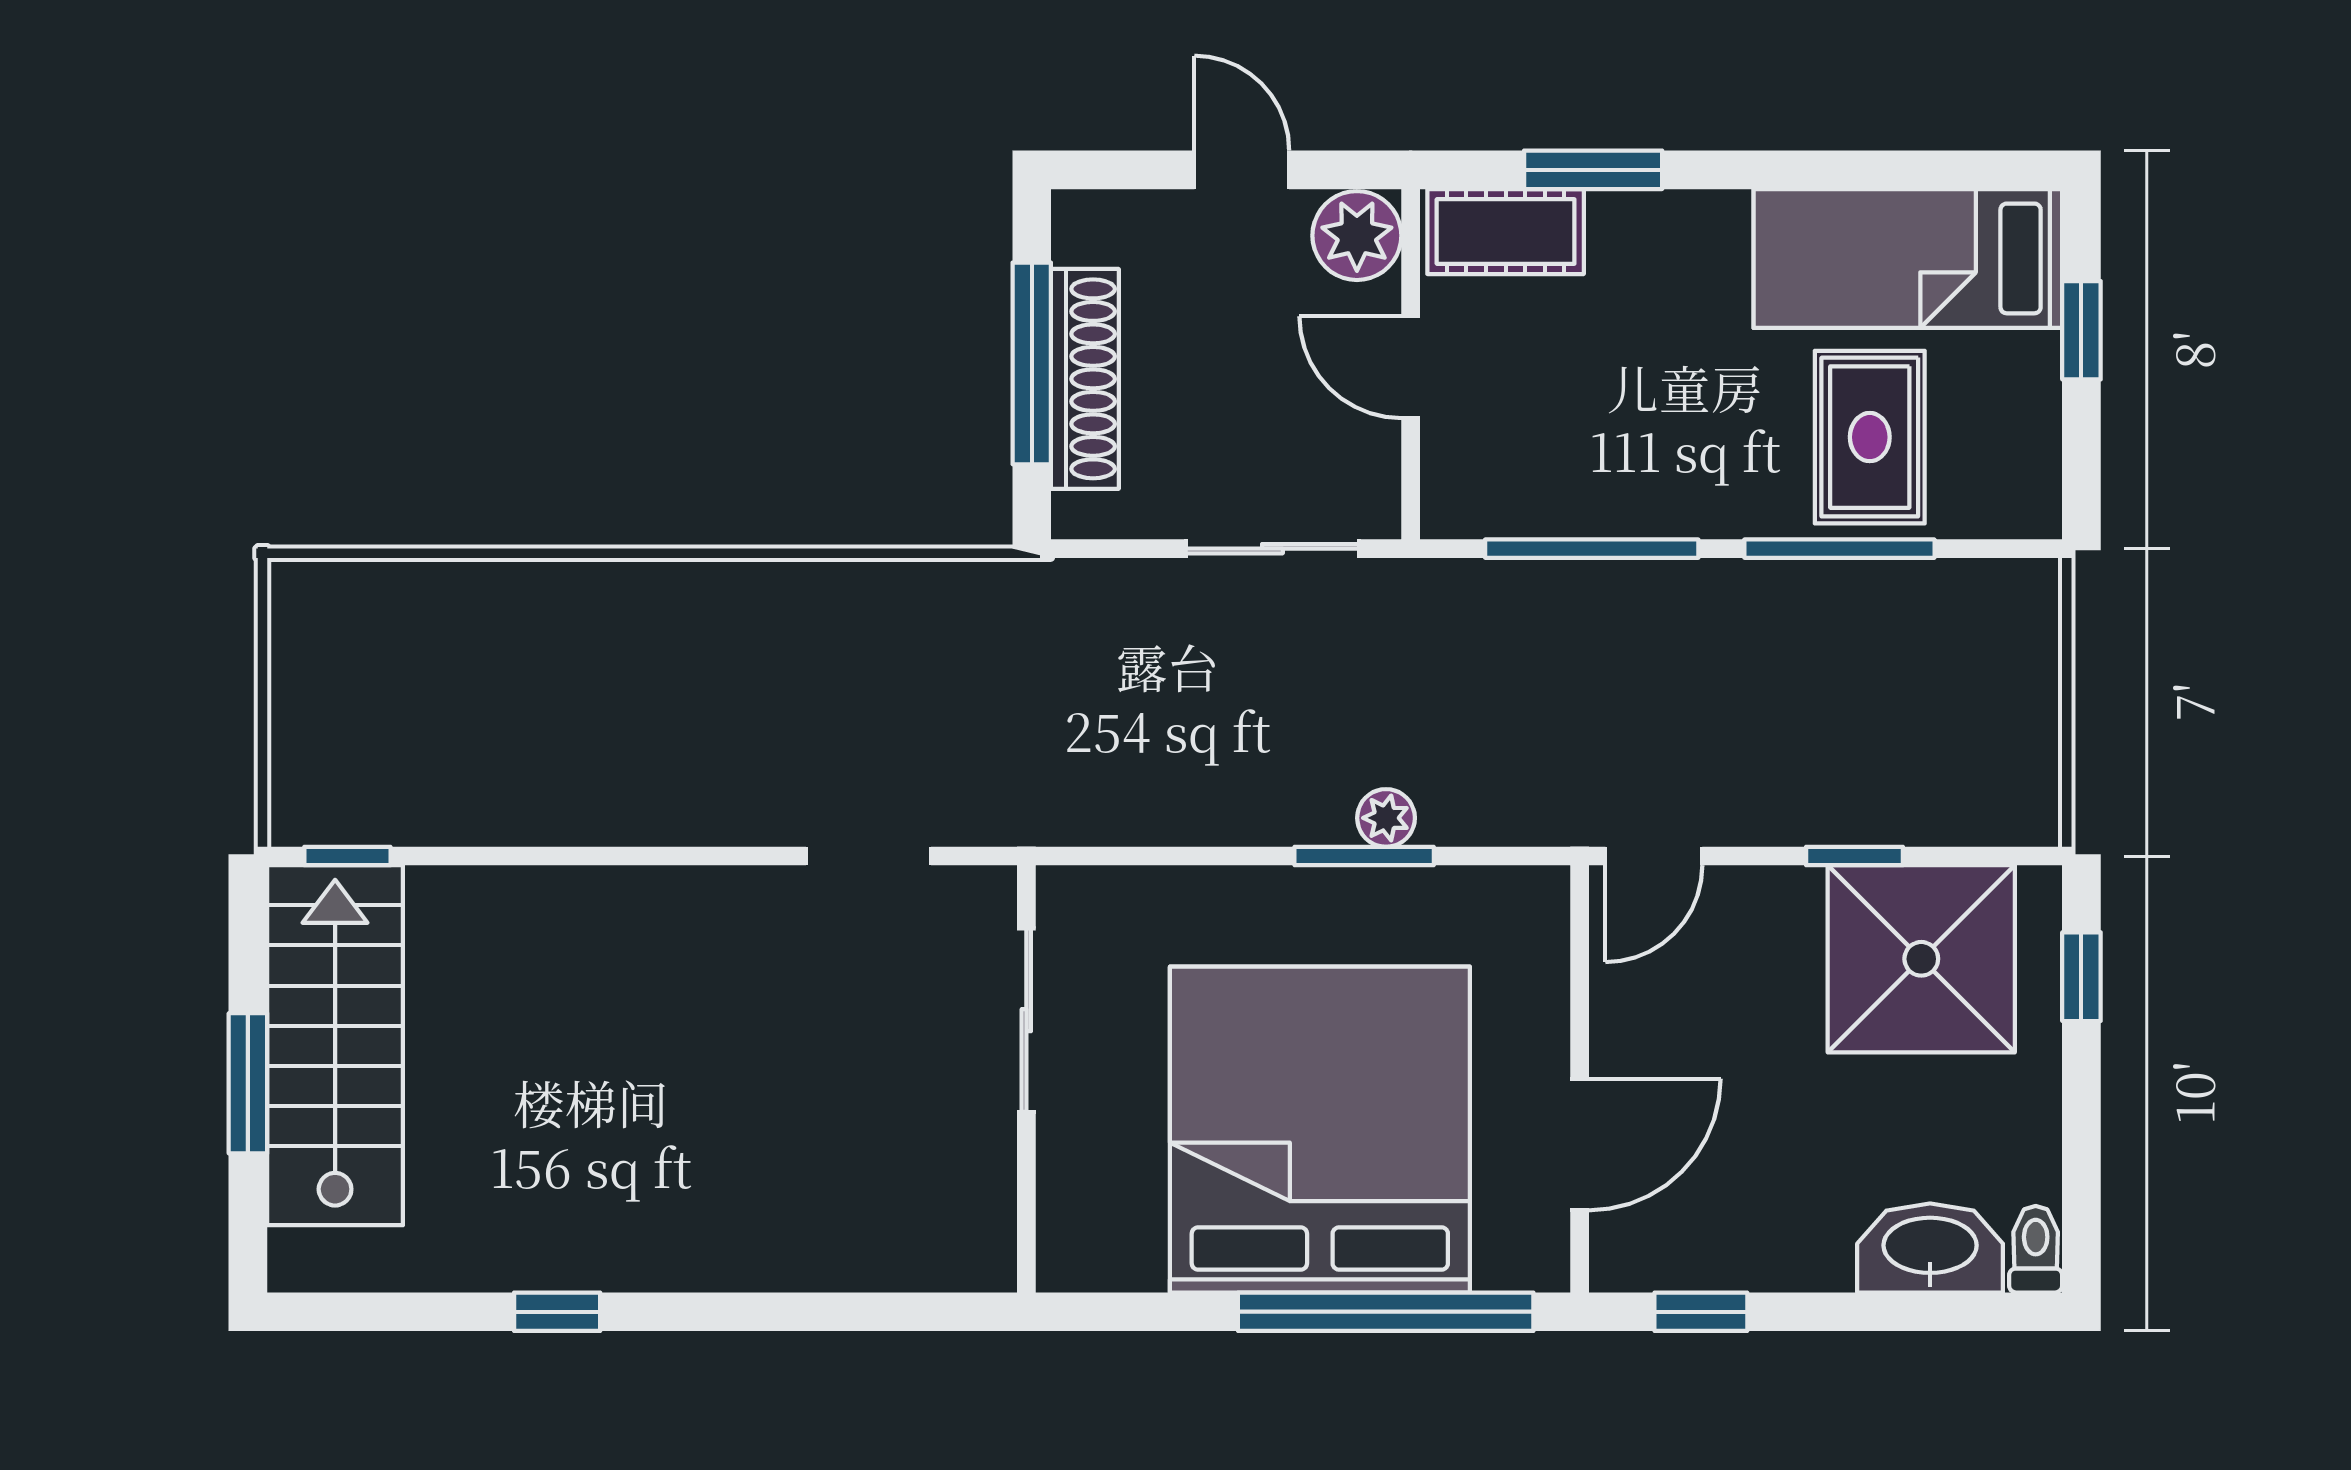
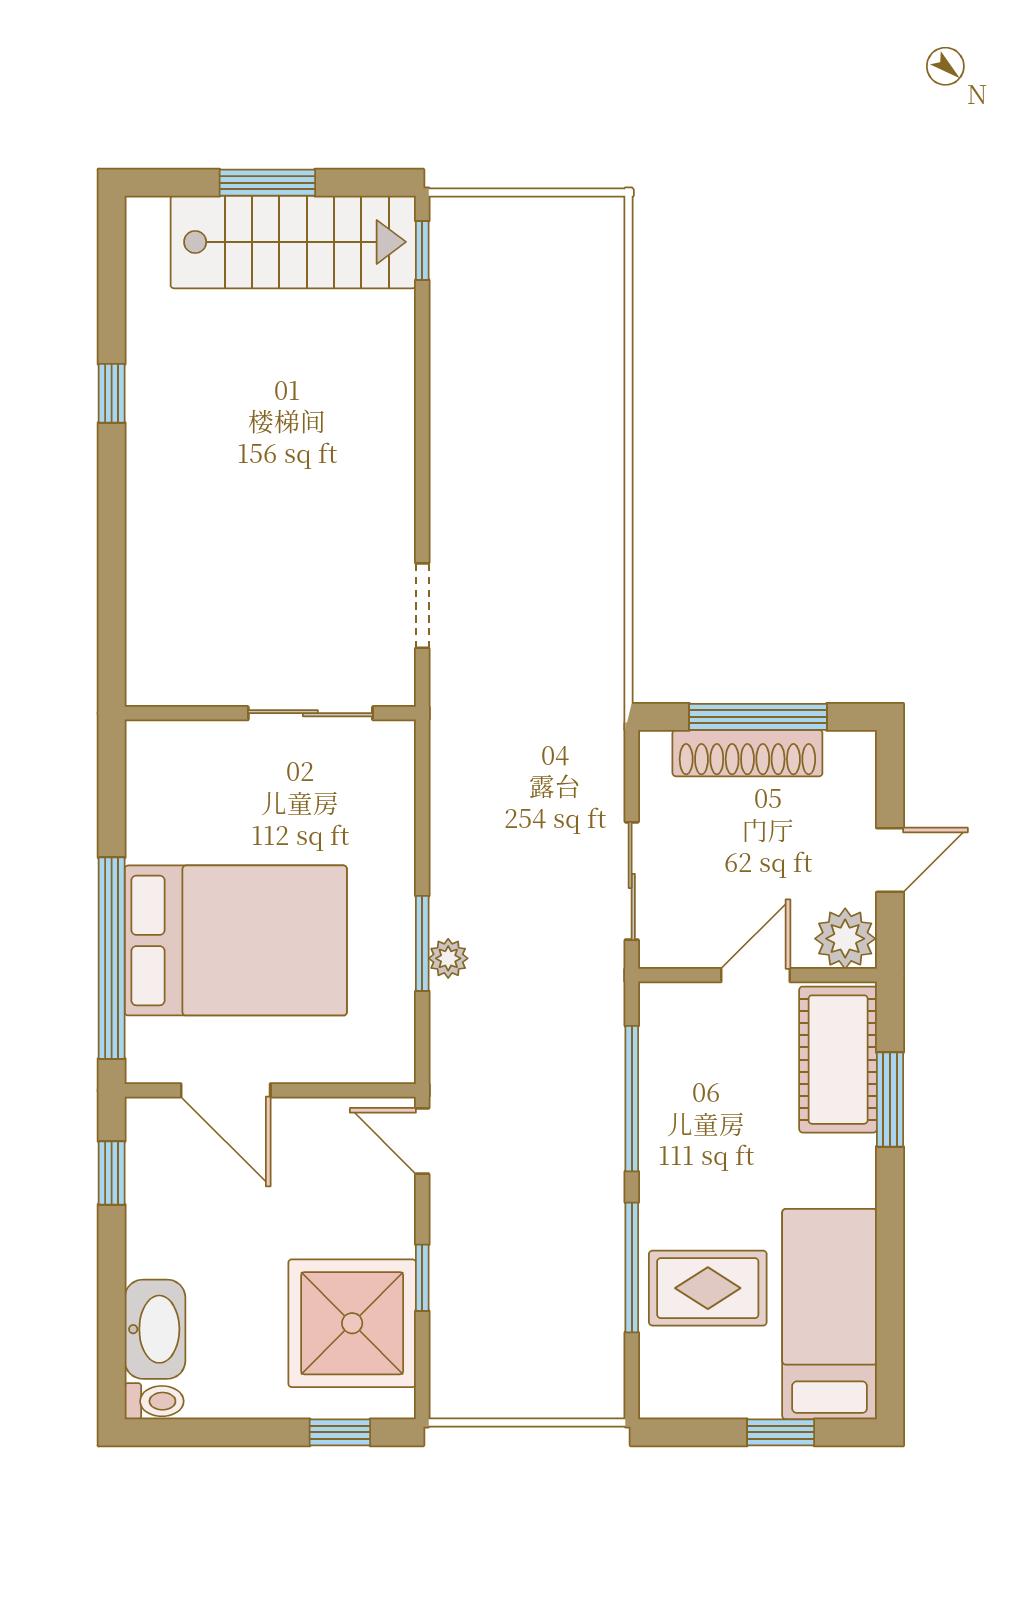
cot: (1506, 232) -> (838, 1060), width x1.37, depth x1.34
bed: (1320, 1130) -> (236, 940), width x0.73

